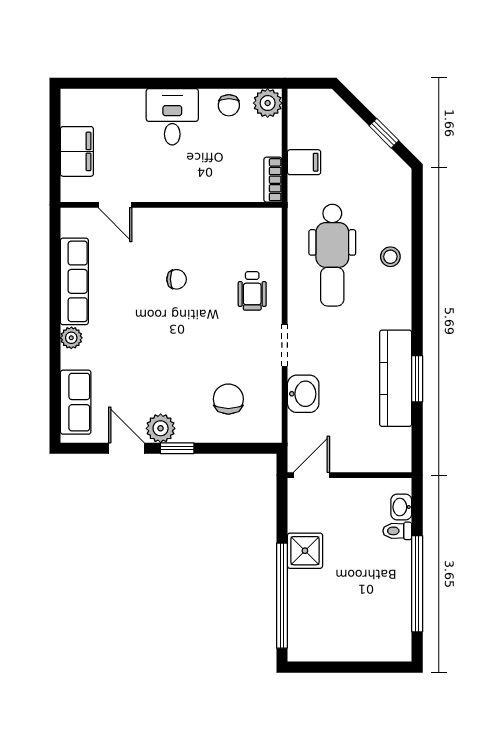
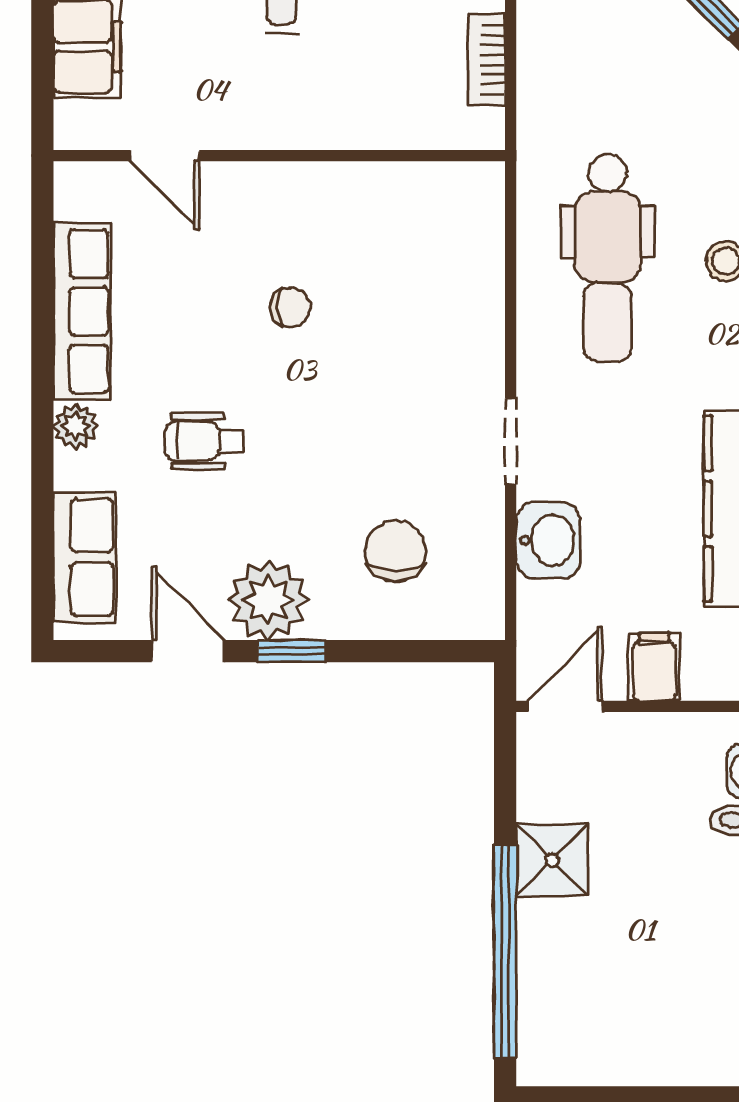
filing cabinet: (304, 162) -> (654, 667), moved, turned -90
bookcase: (273, 180) -> (487, 60), moved
wheelchair: (252, 291) -> (204, 441), moved, turned 90
plant: (161, 428) -> (268, 600), width x1.36, depth x1.36

